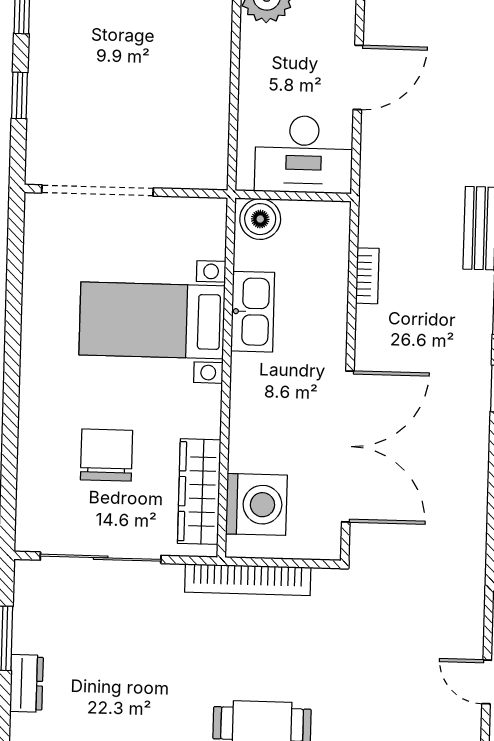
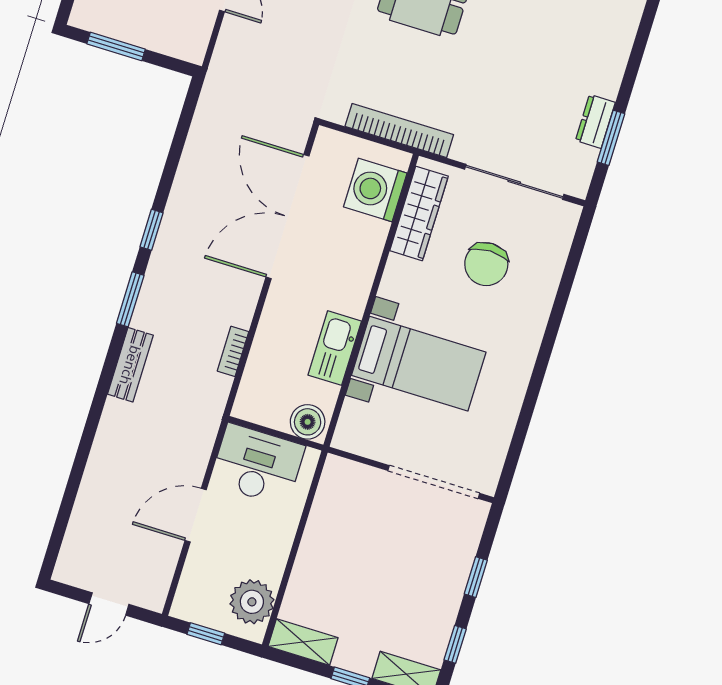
dresser: (26, 683) -> (595, 121), moved

